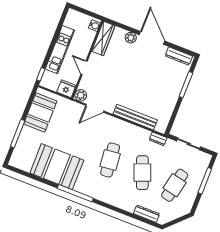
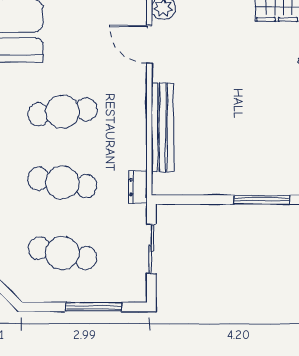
cafe table: (142, 173) -> (62, 182), turned 30

